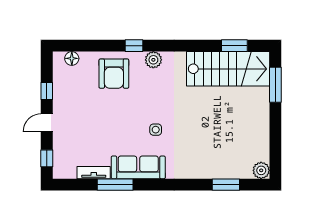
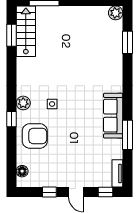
stairs: (228, 69) -> (26, 31), width x0.73, depth x0.66
side table: (156, 130) -> (52, 104), moved
tv unit: (94, 173) -> (117, 173), moved

